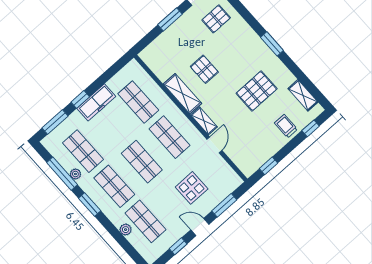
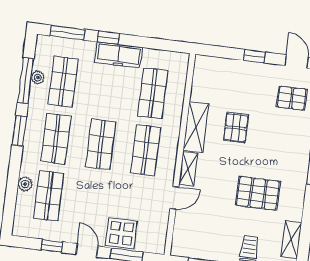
window: (170, 19) -> (254, 56), width x0.67
plant: (75, 174) -> (38, 77), moved
display table: (192, 188) -> (121, 233), moved

